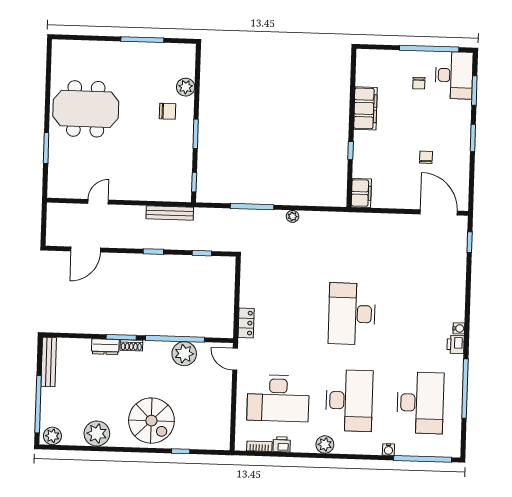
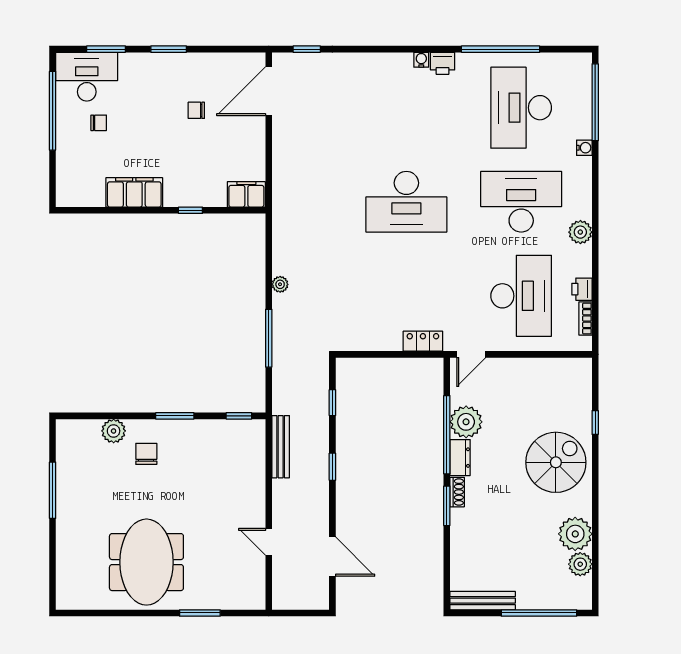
dresser: (105, 347) -> (460, 458), moved
desk: (420, 403) -> (521, 108), turned -90
plant: (52, 436) -> (580, 564), moved

